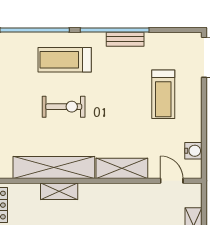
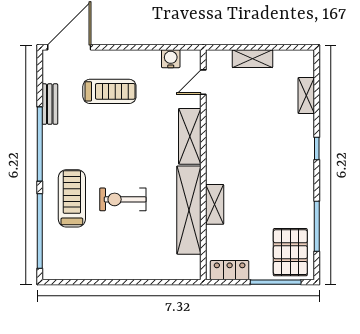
bench: (125, 39) -> (50, 104), moved
treadmill: (65, 60) -> (72, 198), turned 180
exercise bike: (64, 107) -> (123, 199), turned -90

